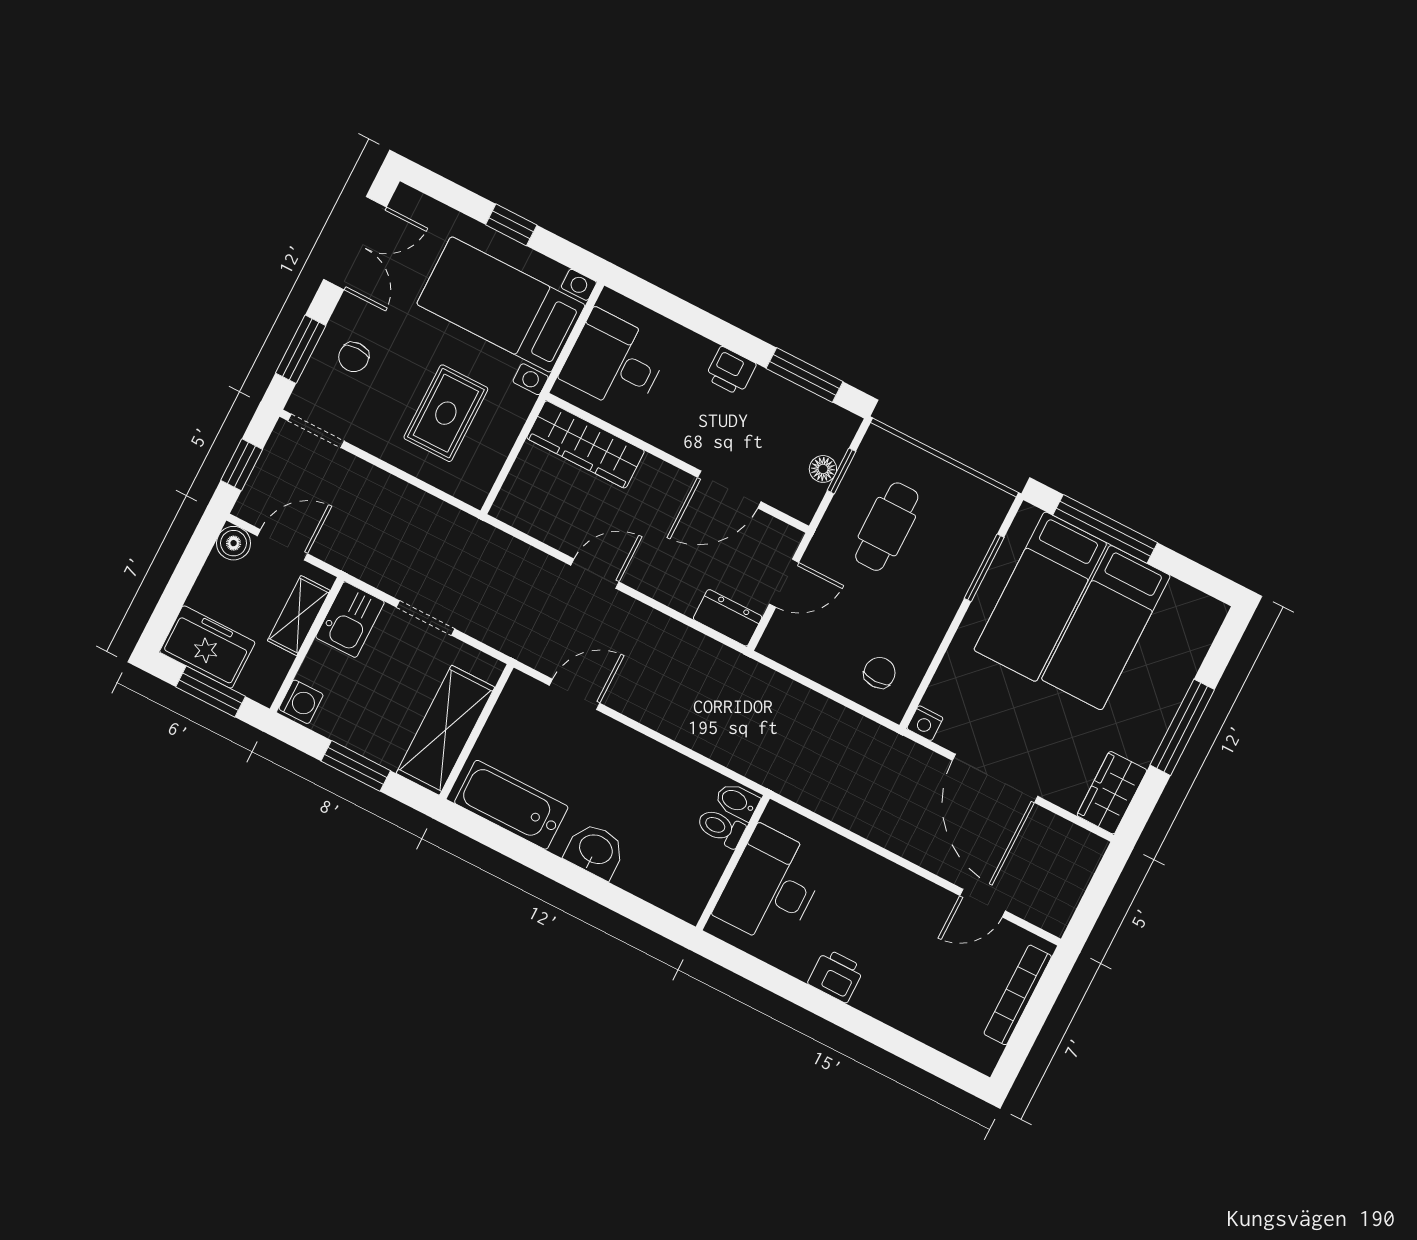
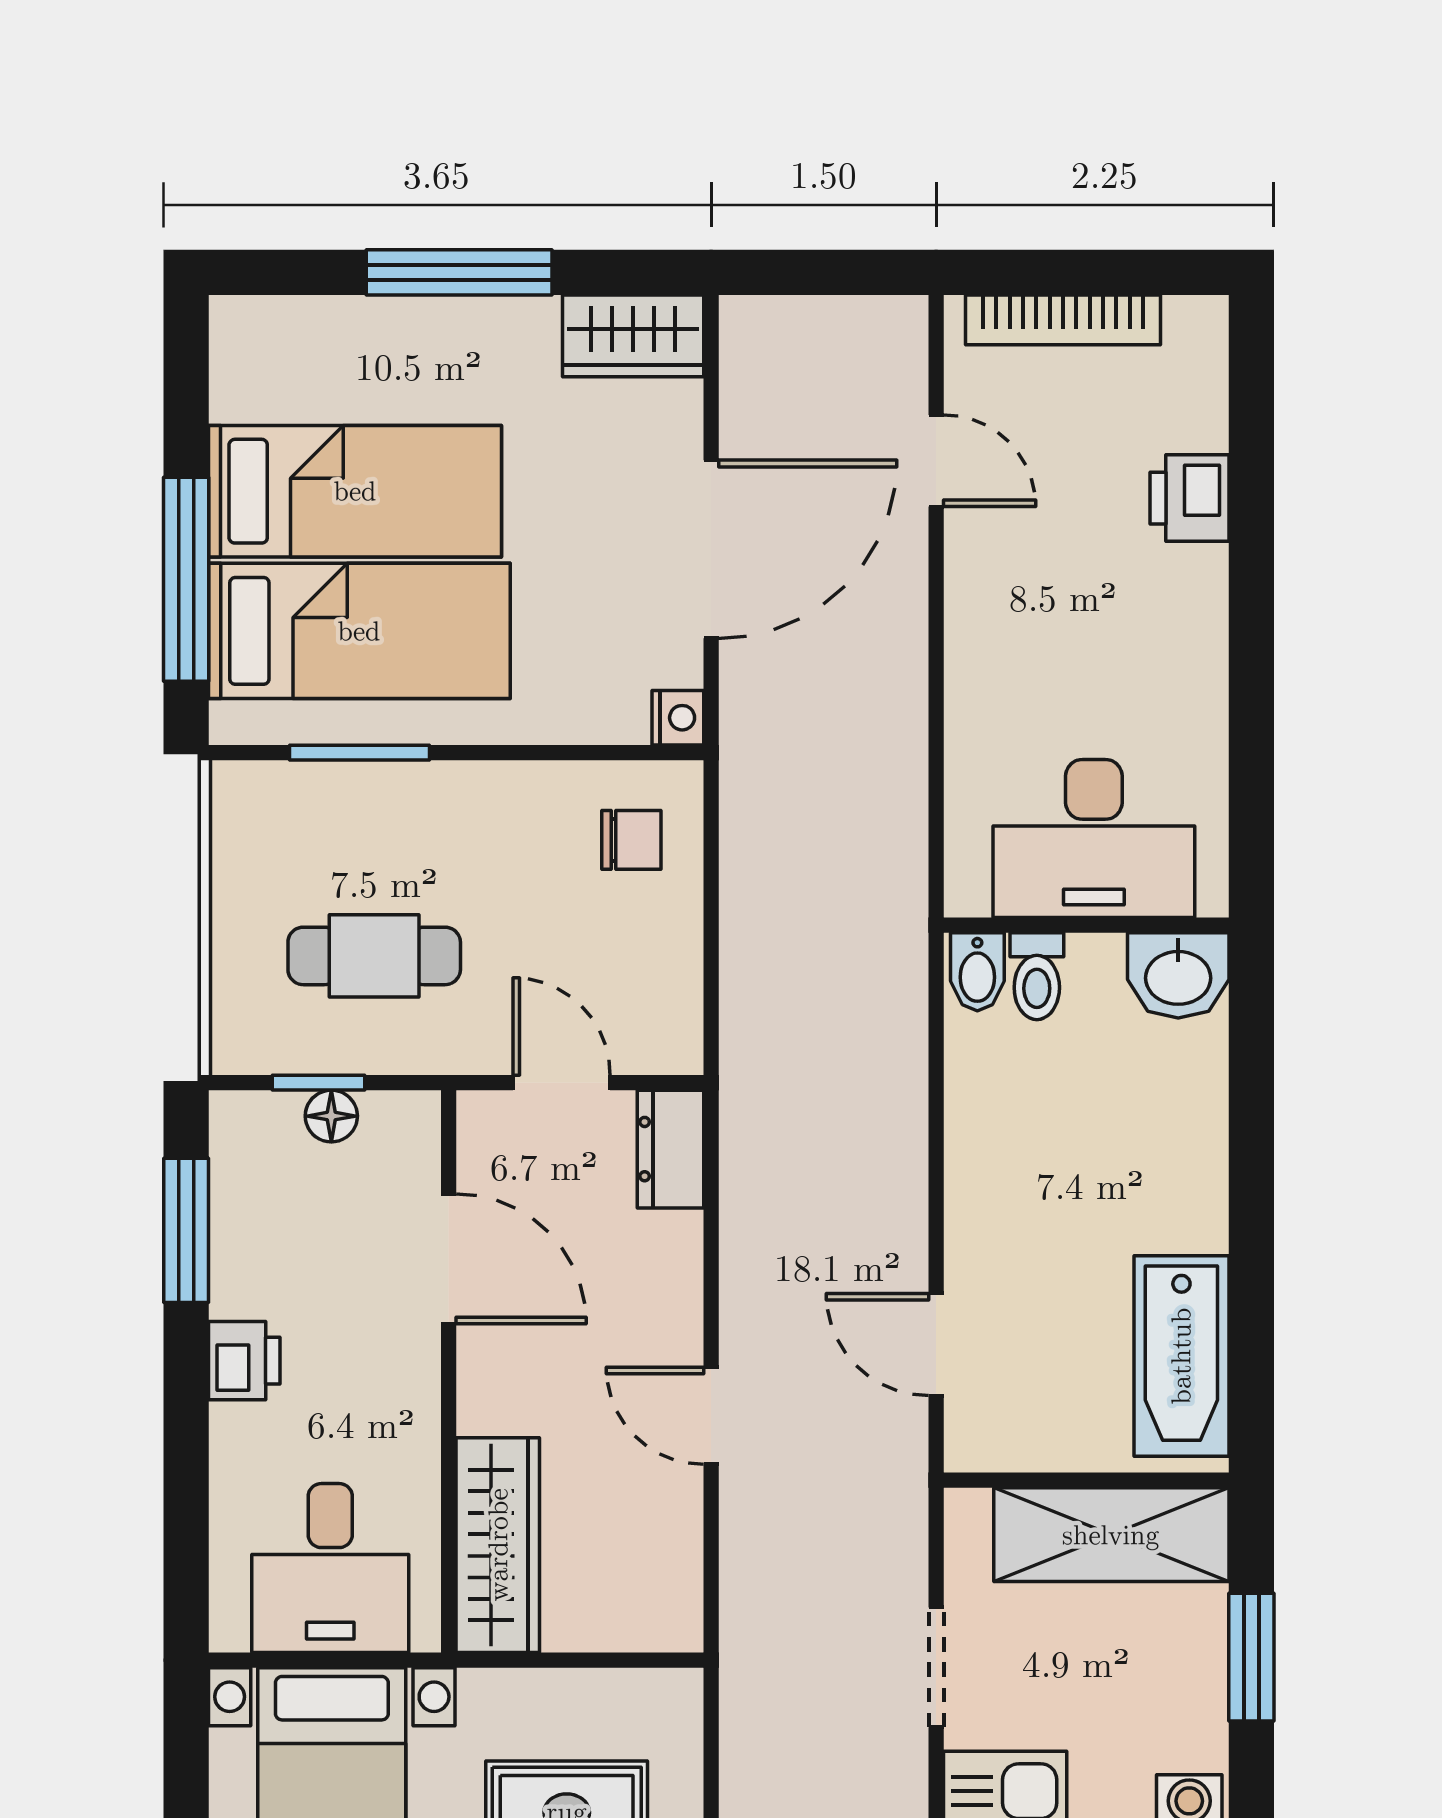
chair: (880, 673) -> (631, 840), turned 180
washbasin: (595, 850) -> (1178, 975), moved, turned -90
printer: (836, 976) -> (1189, 498), moved

